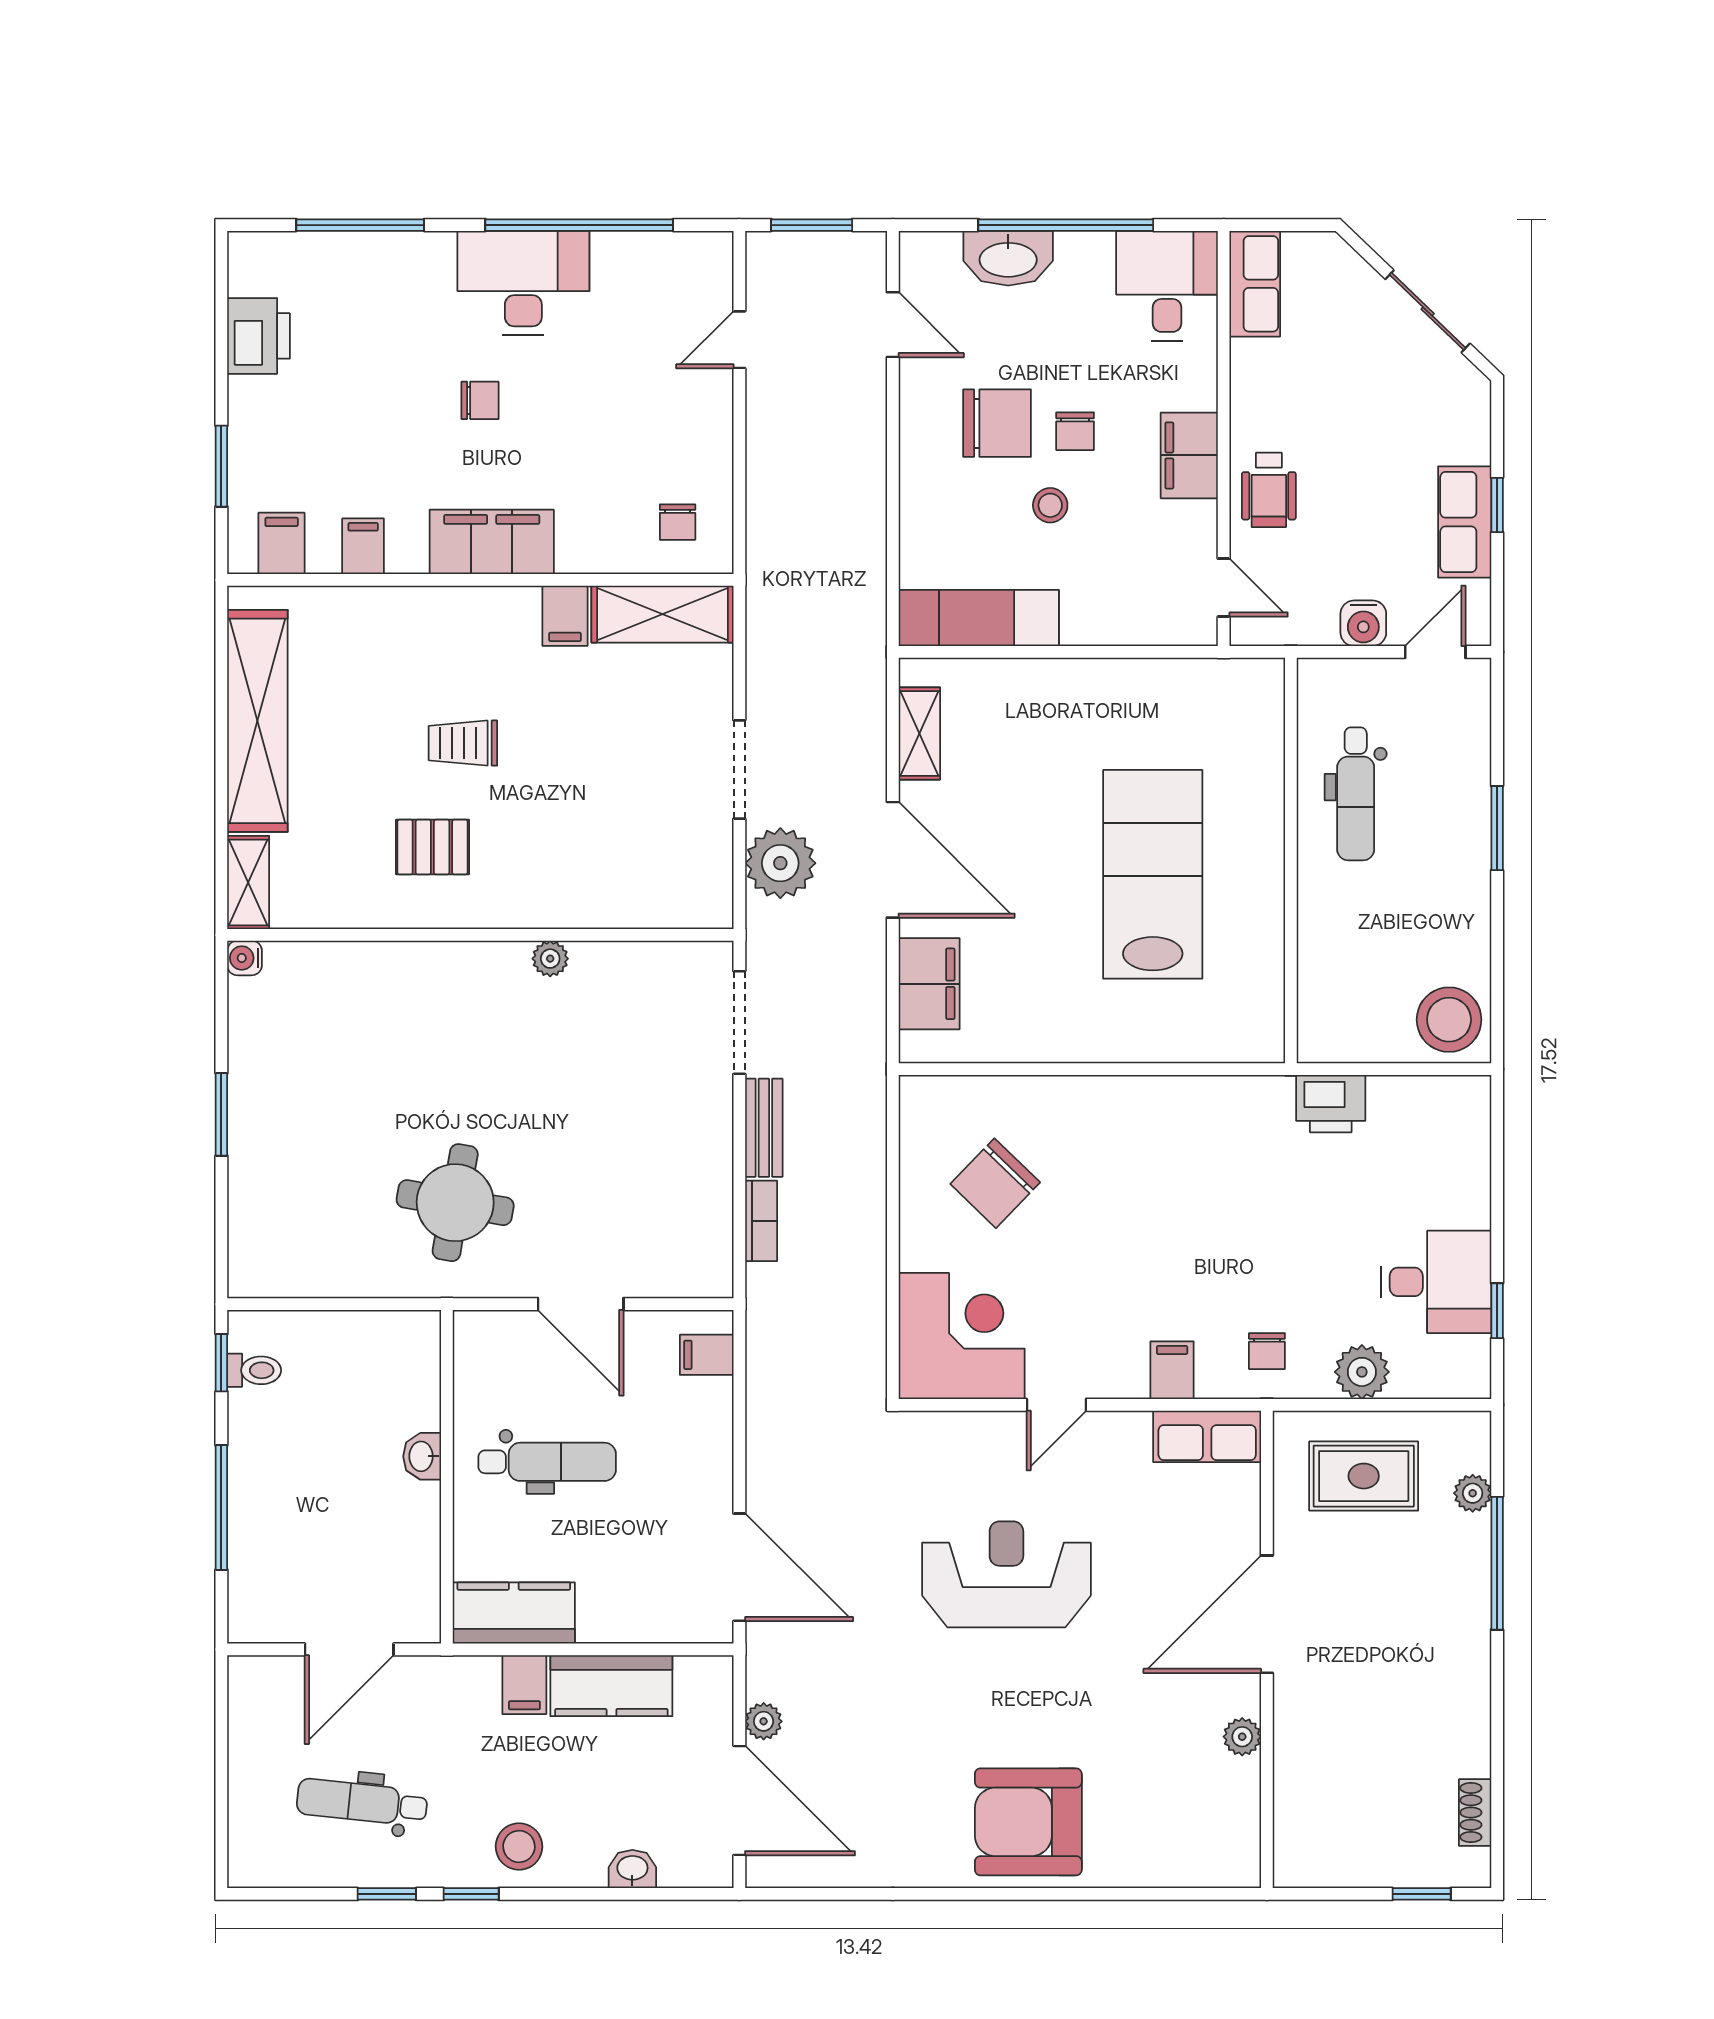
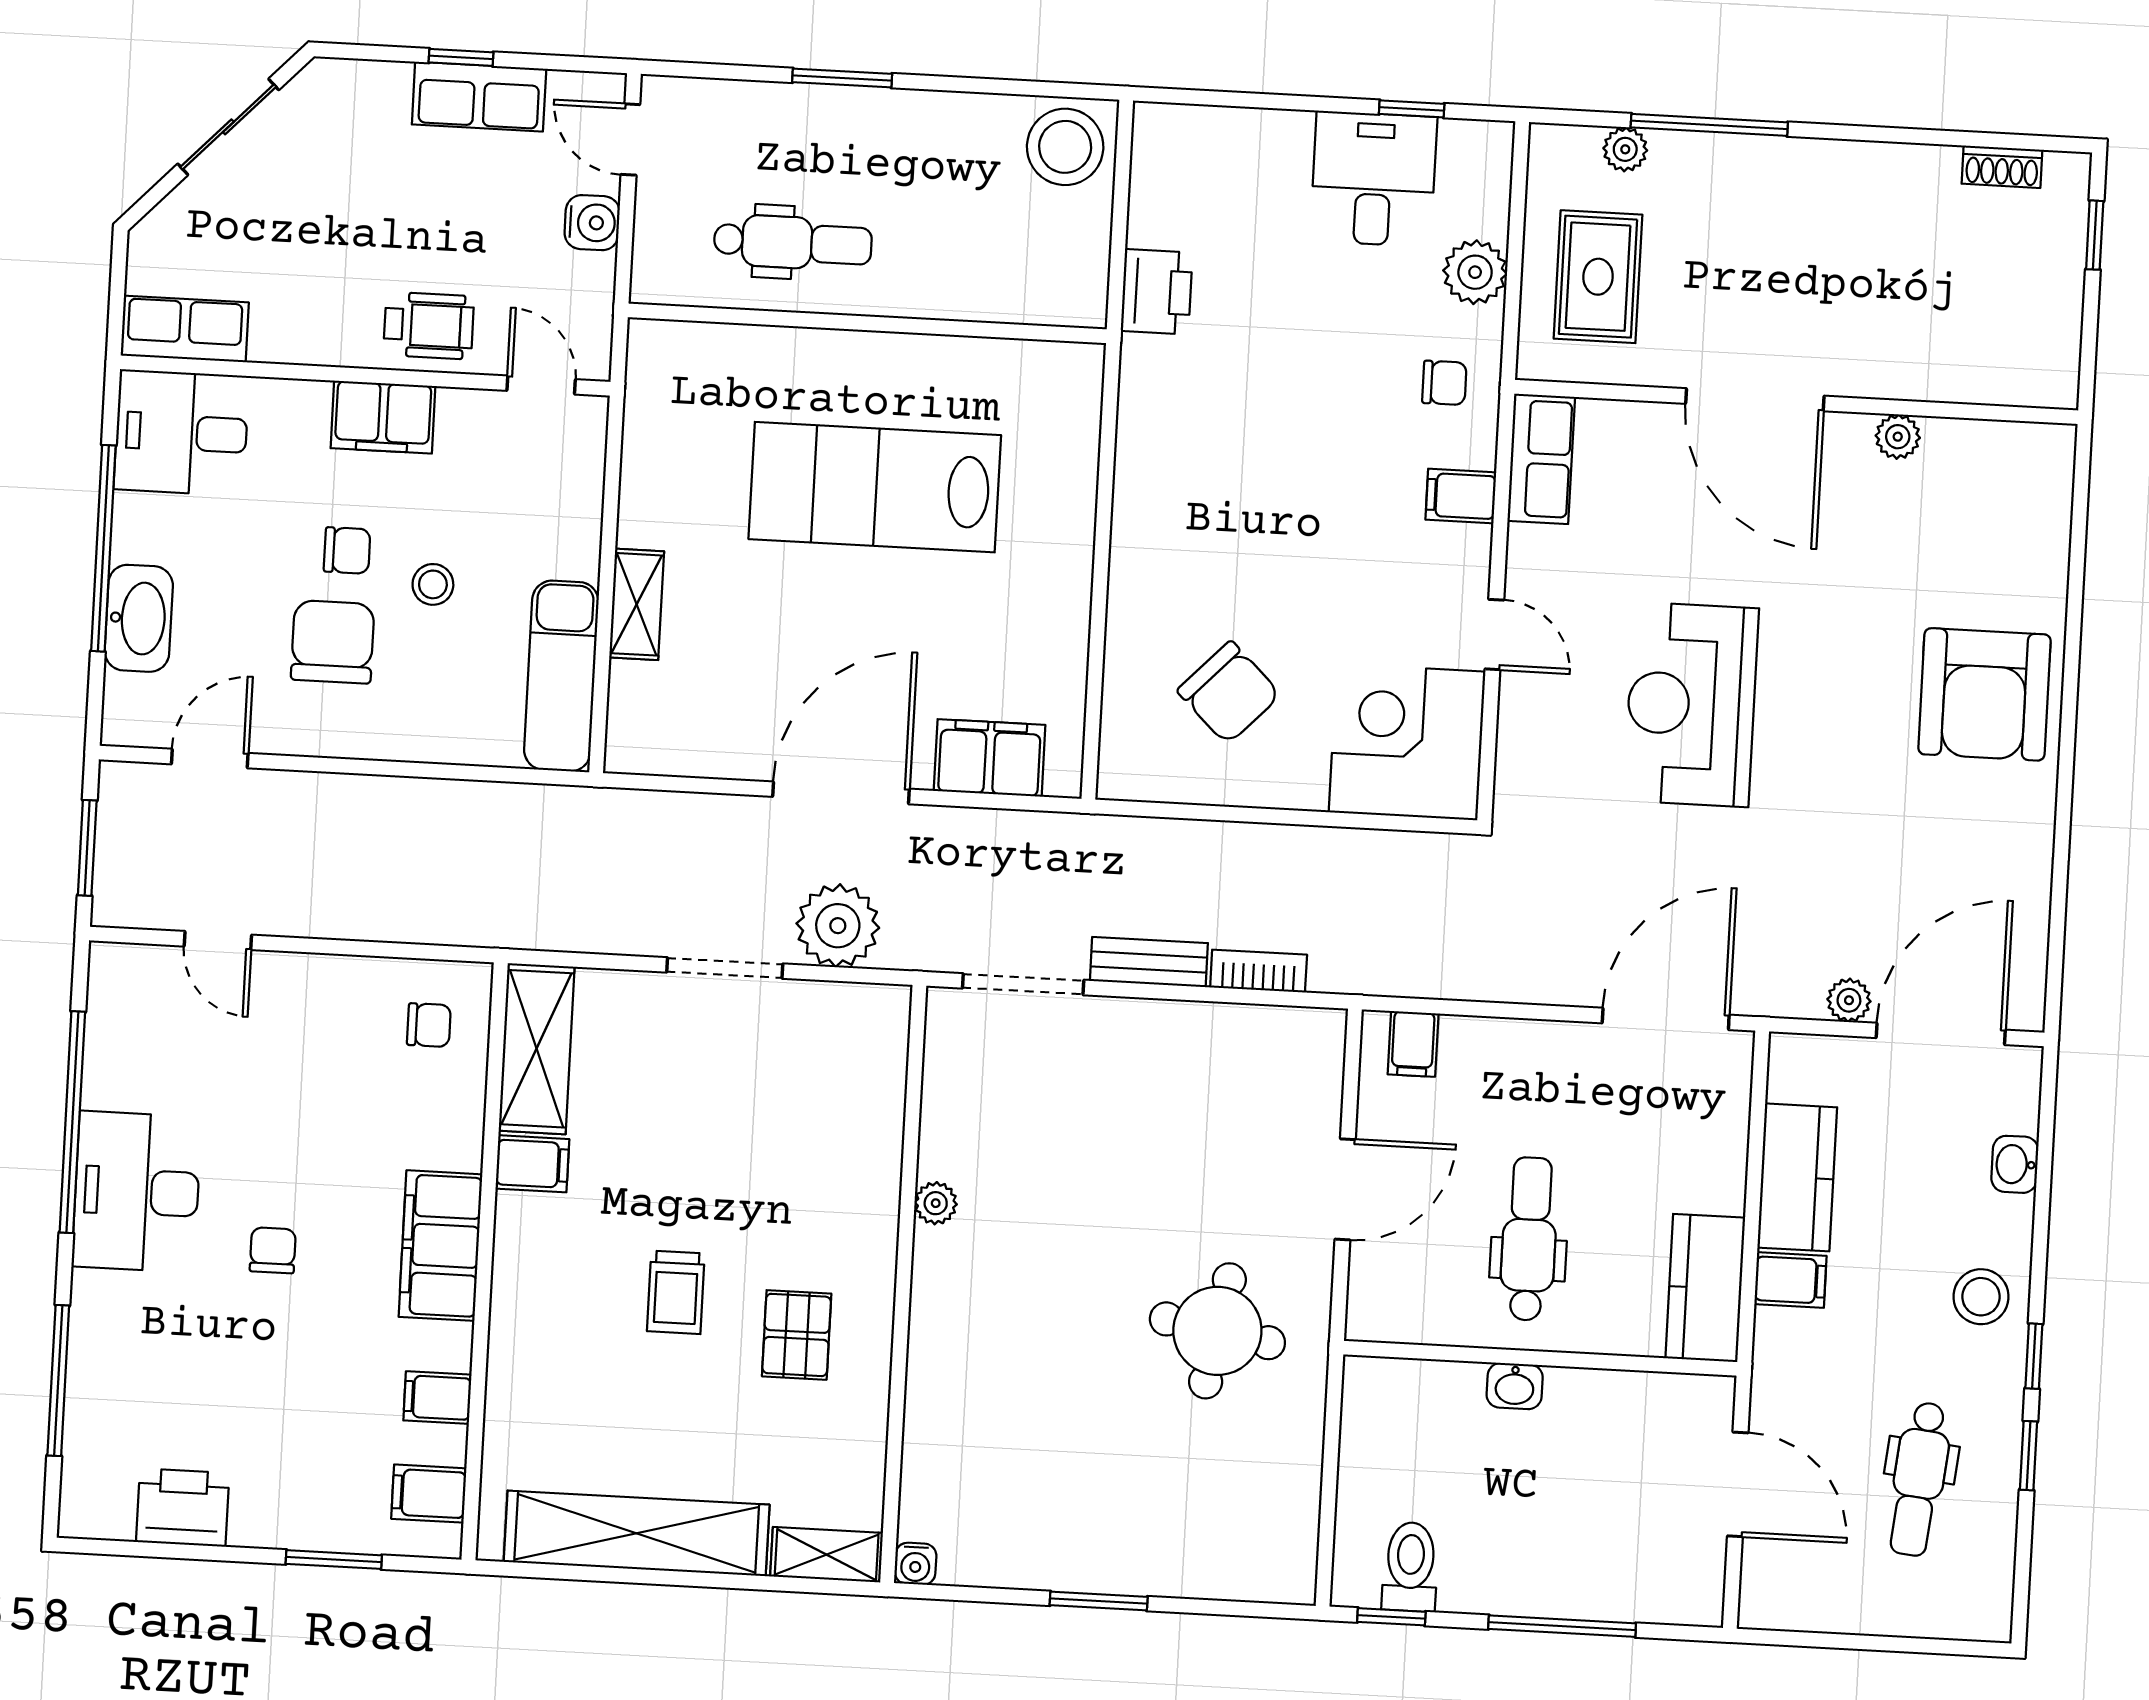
door: (1224, 588) -> (541, 385), hinge flipped
shelving: (919, 733) -> (637, 604), moved, turned 90
toilet: (254, 1370) -> (1410, 1567), width x1.37, depth x1.39

